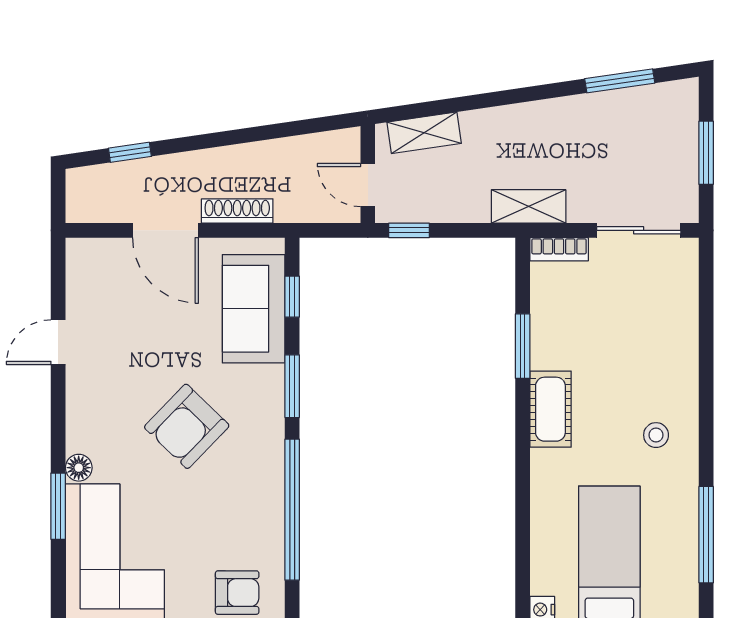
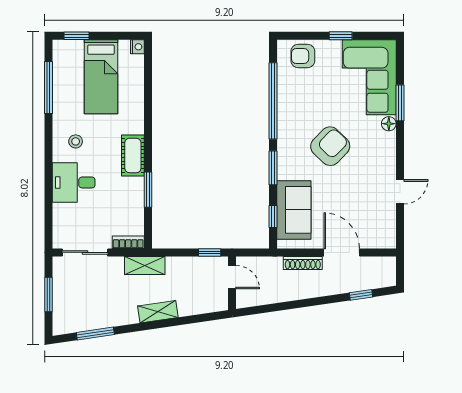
shelving: (424, 133) -> (158, 312), moved
desk: (660, 359) -> (74, 182), added

